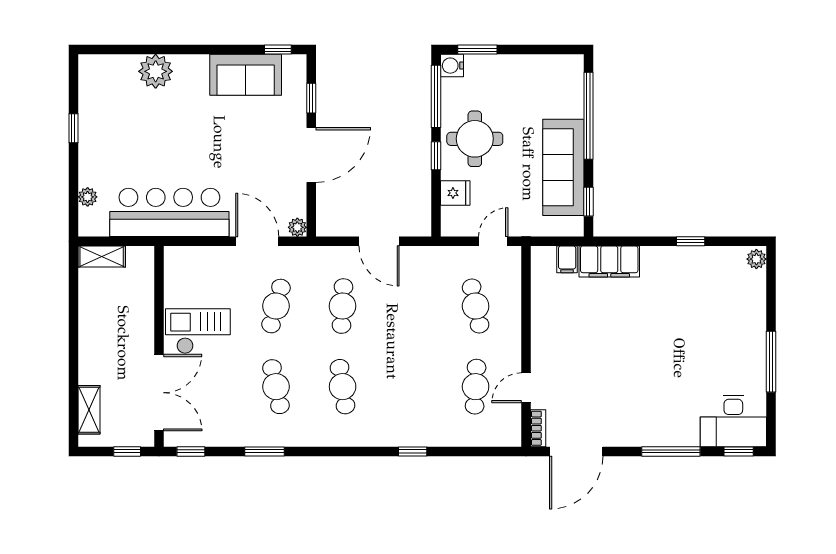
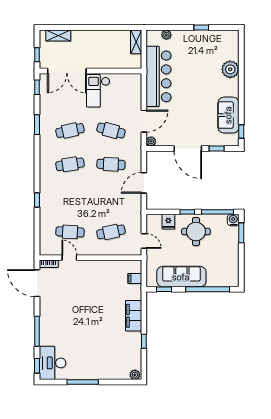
filing cabinet: (609, 262) -> (134, 316), moved
checkout: (198, 331) -> (98, 91), turned 180

